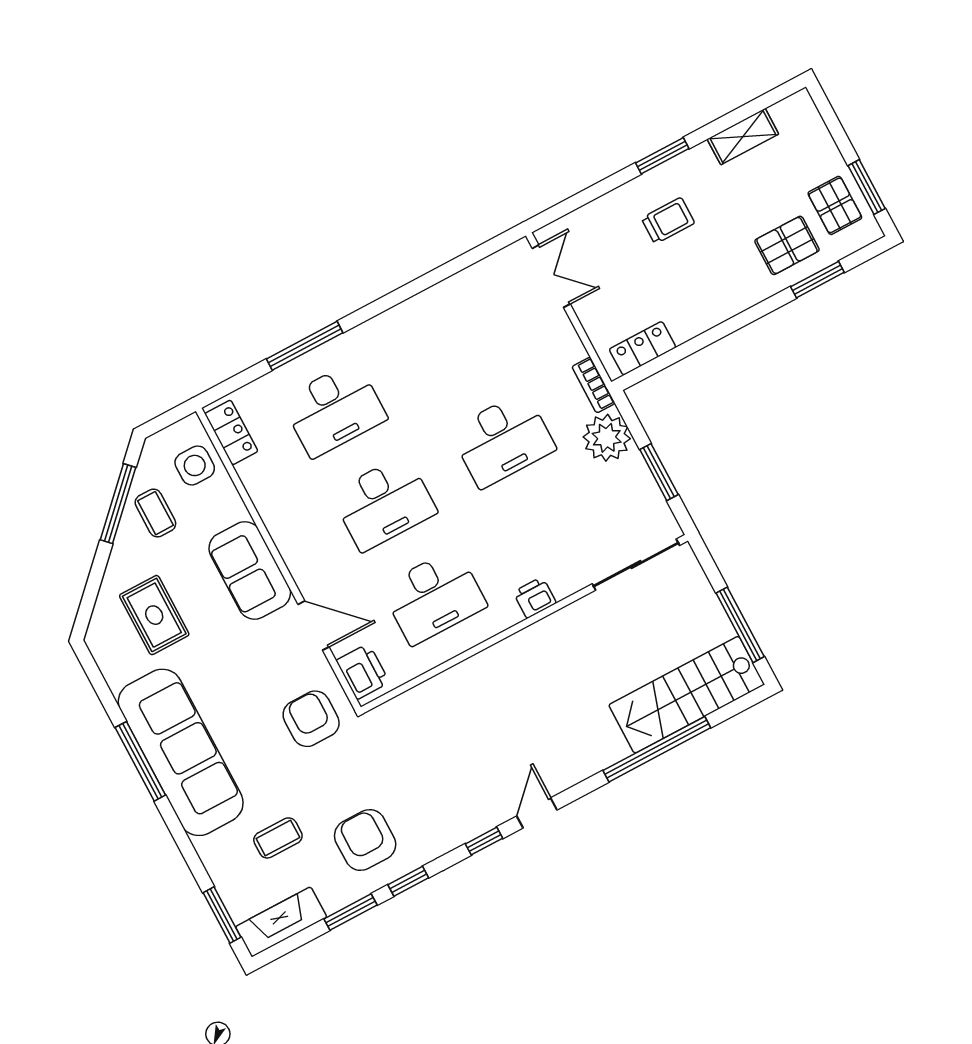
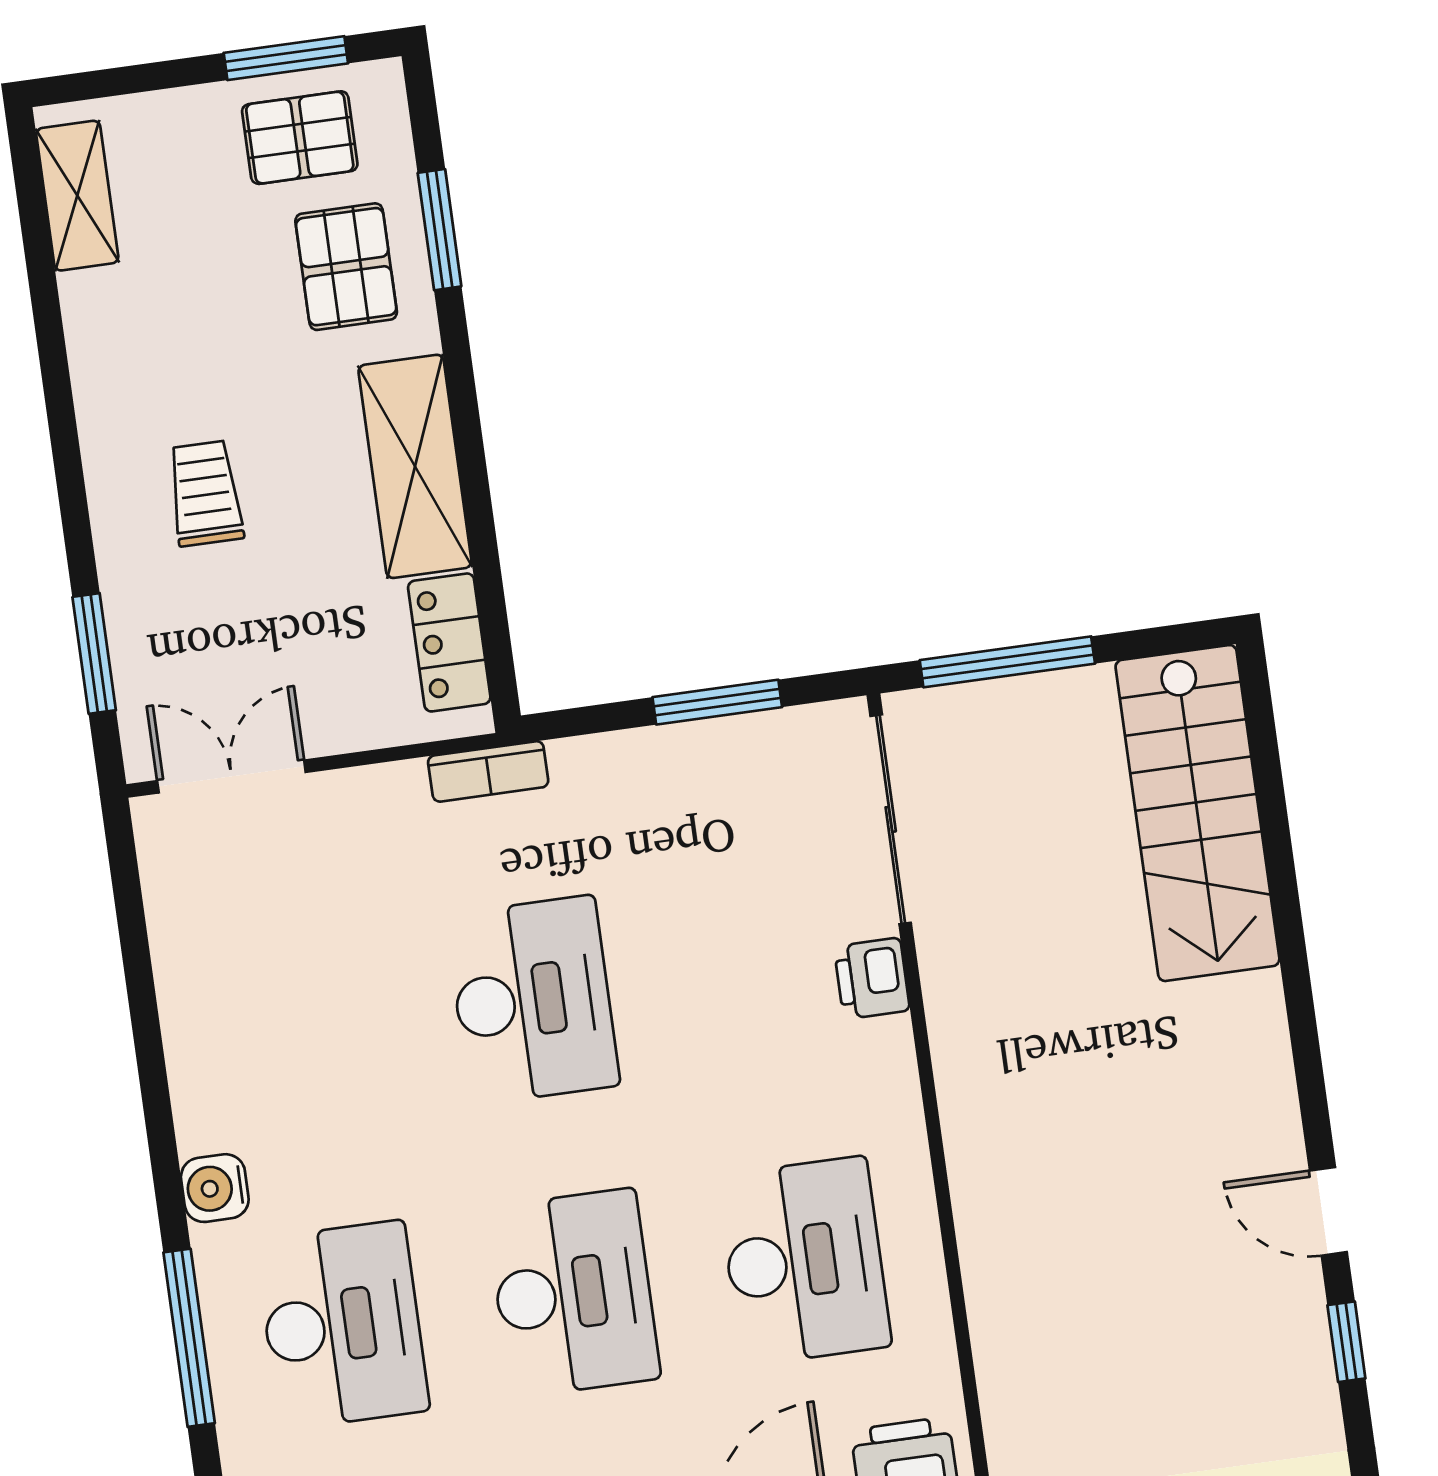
shelving: (743, 137) -> (77, 196), moved
window: (662, 156) -> (94, 654), moved
shelving: (712, 306) -> (415, 466), added
water cooler: (373, 333) -> (215, 1188), added
plant: (607, 438) -> (607, 784), removed
printer: (535, 598) -> (872, 978), moved
window: (740, 625) -> (1007, 662), moved
window: (657, 749) -> (1287, 916), removed

